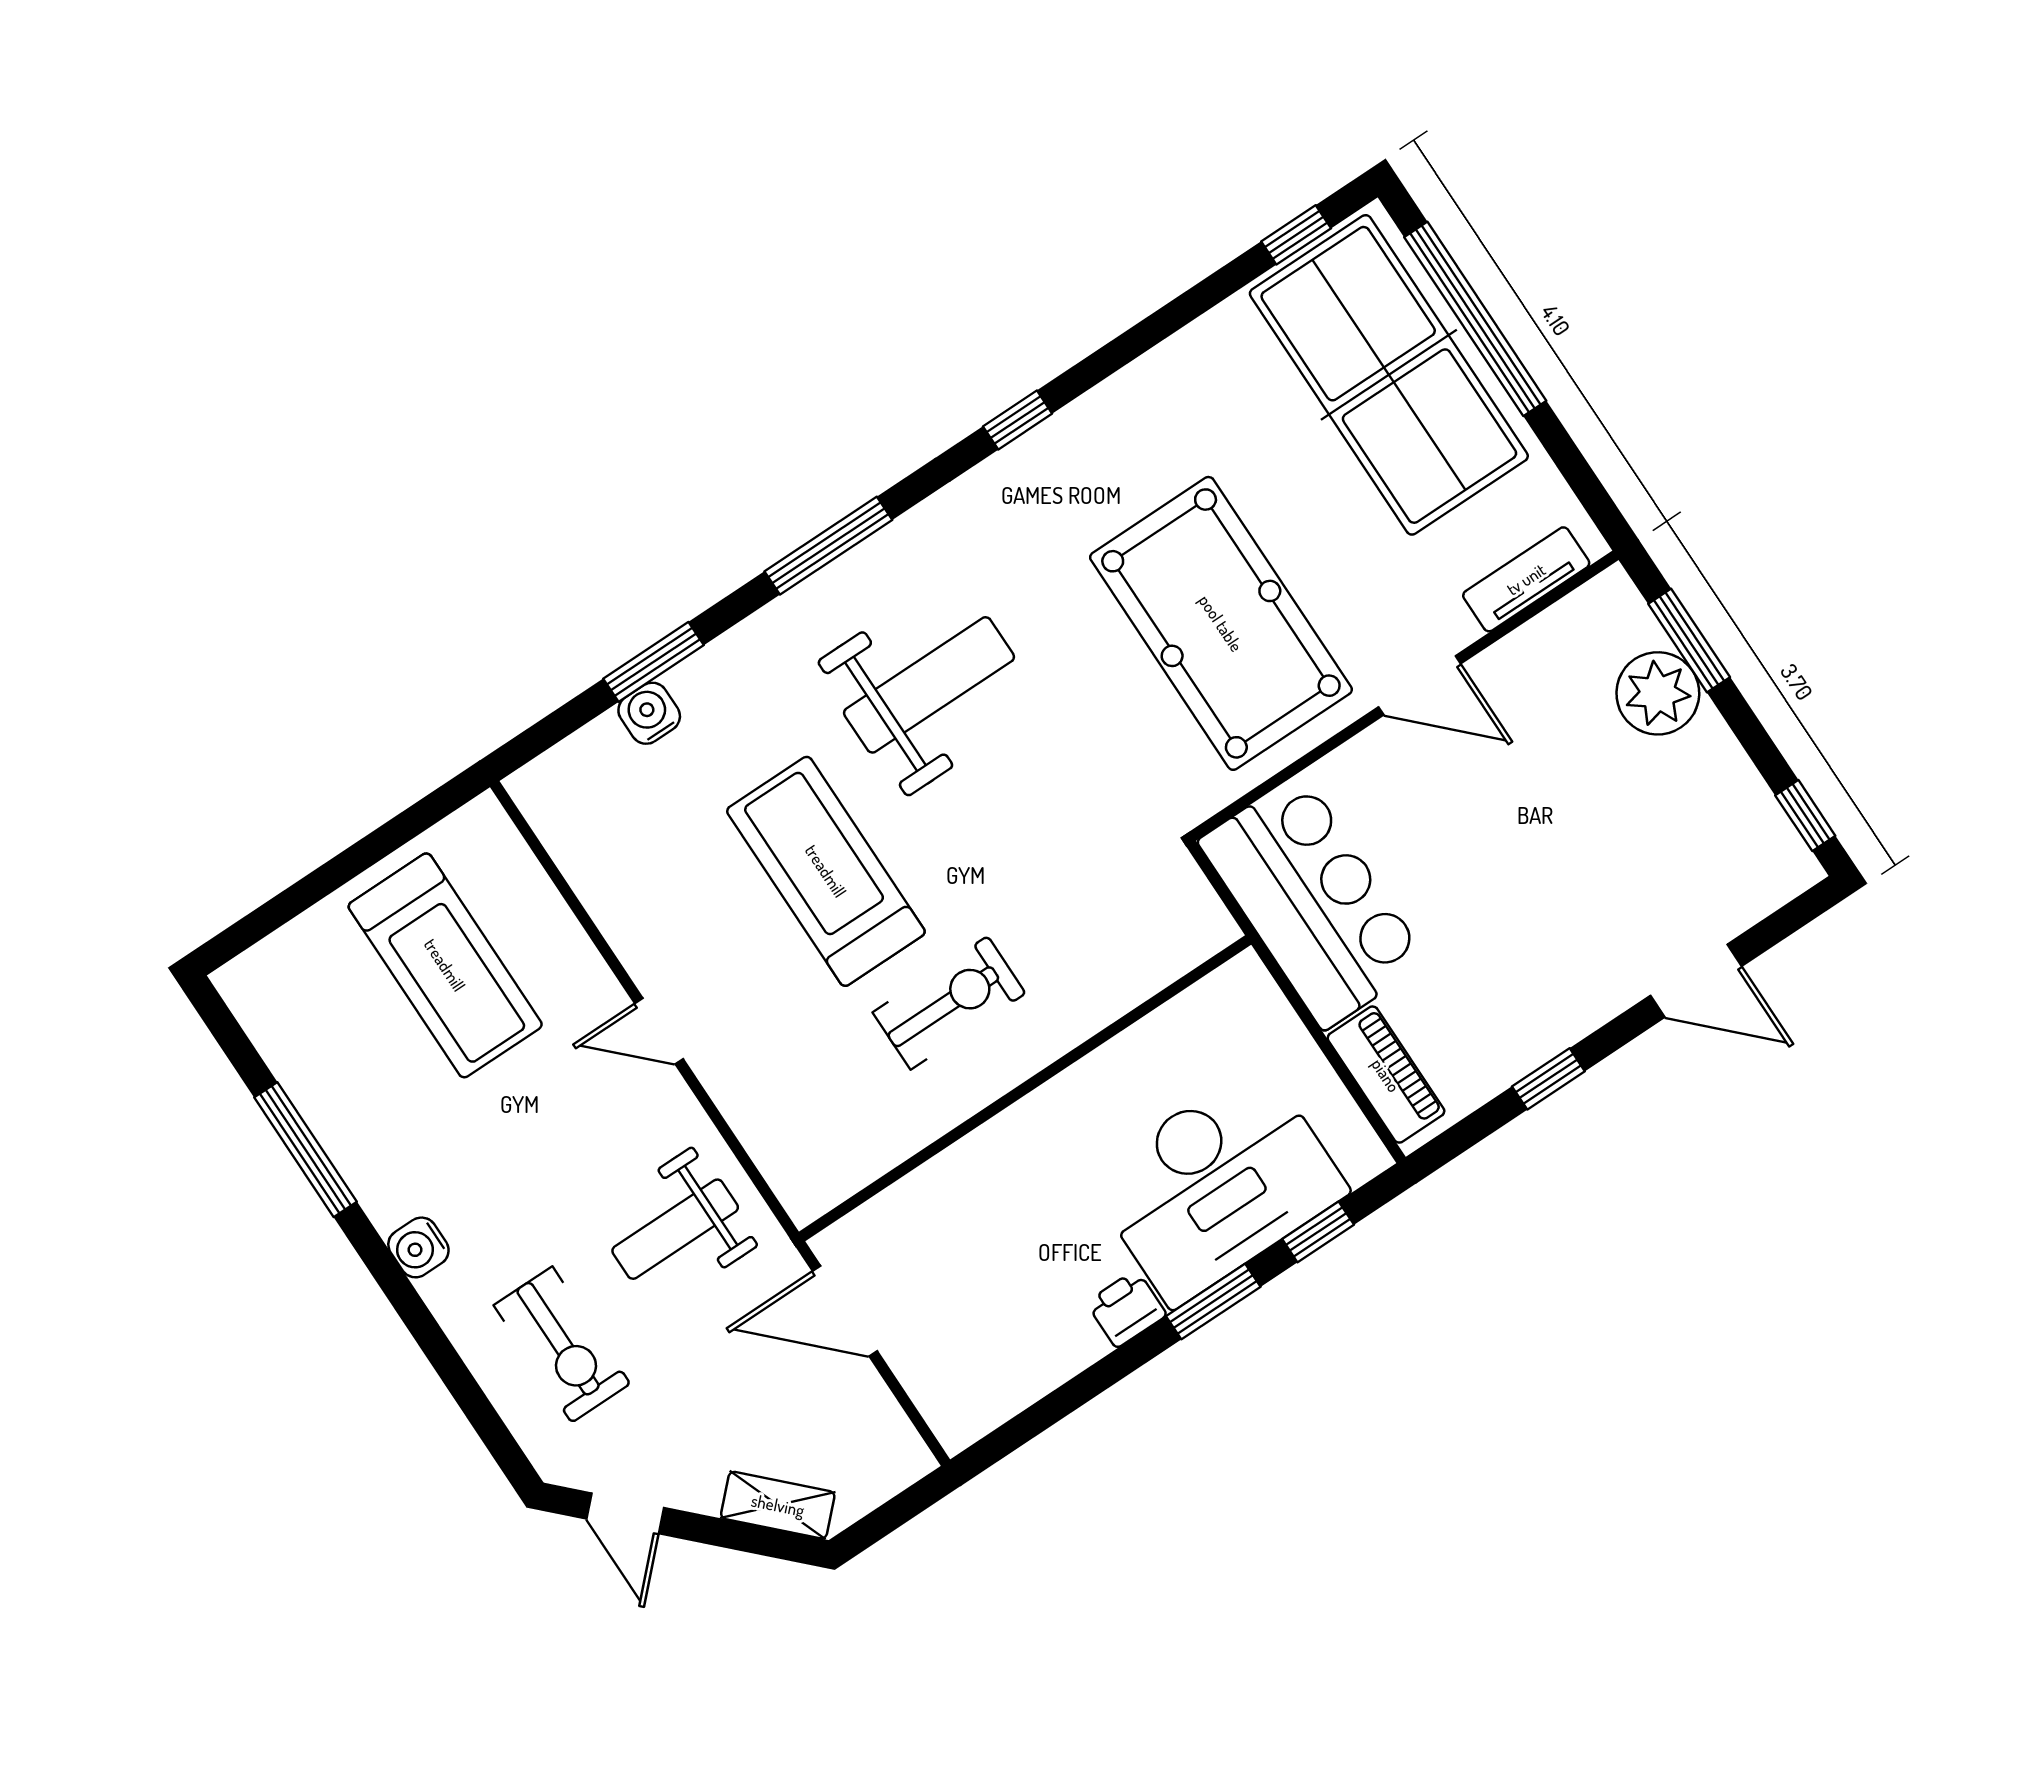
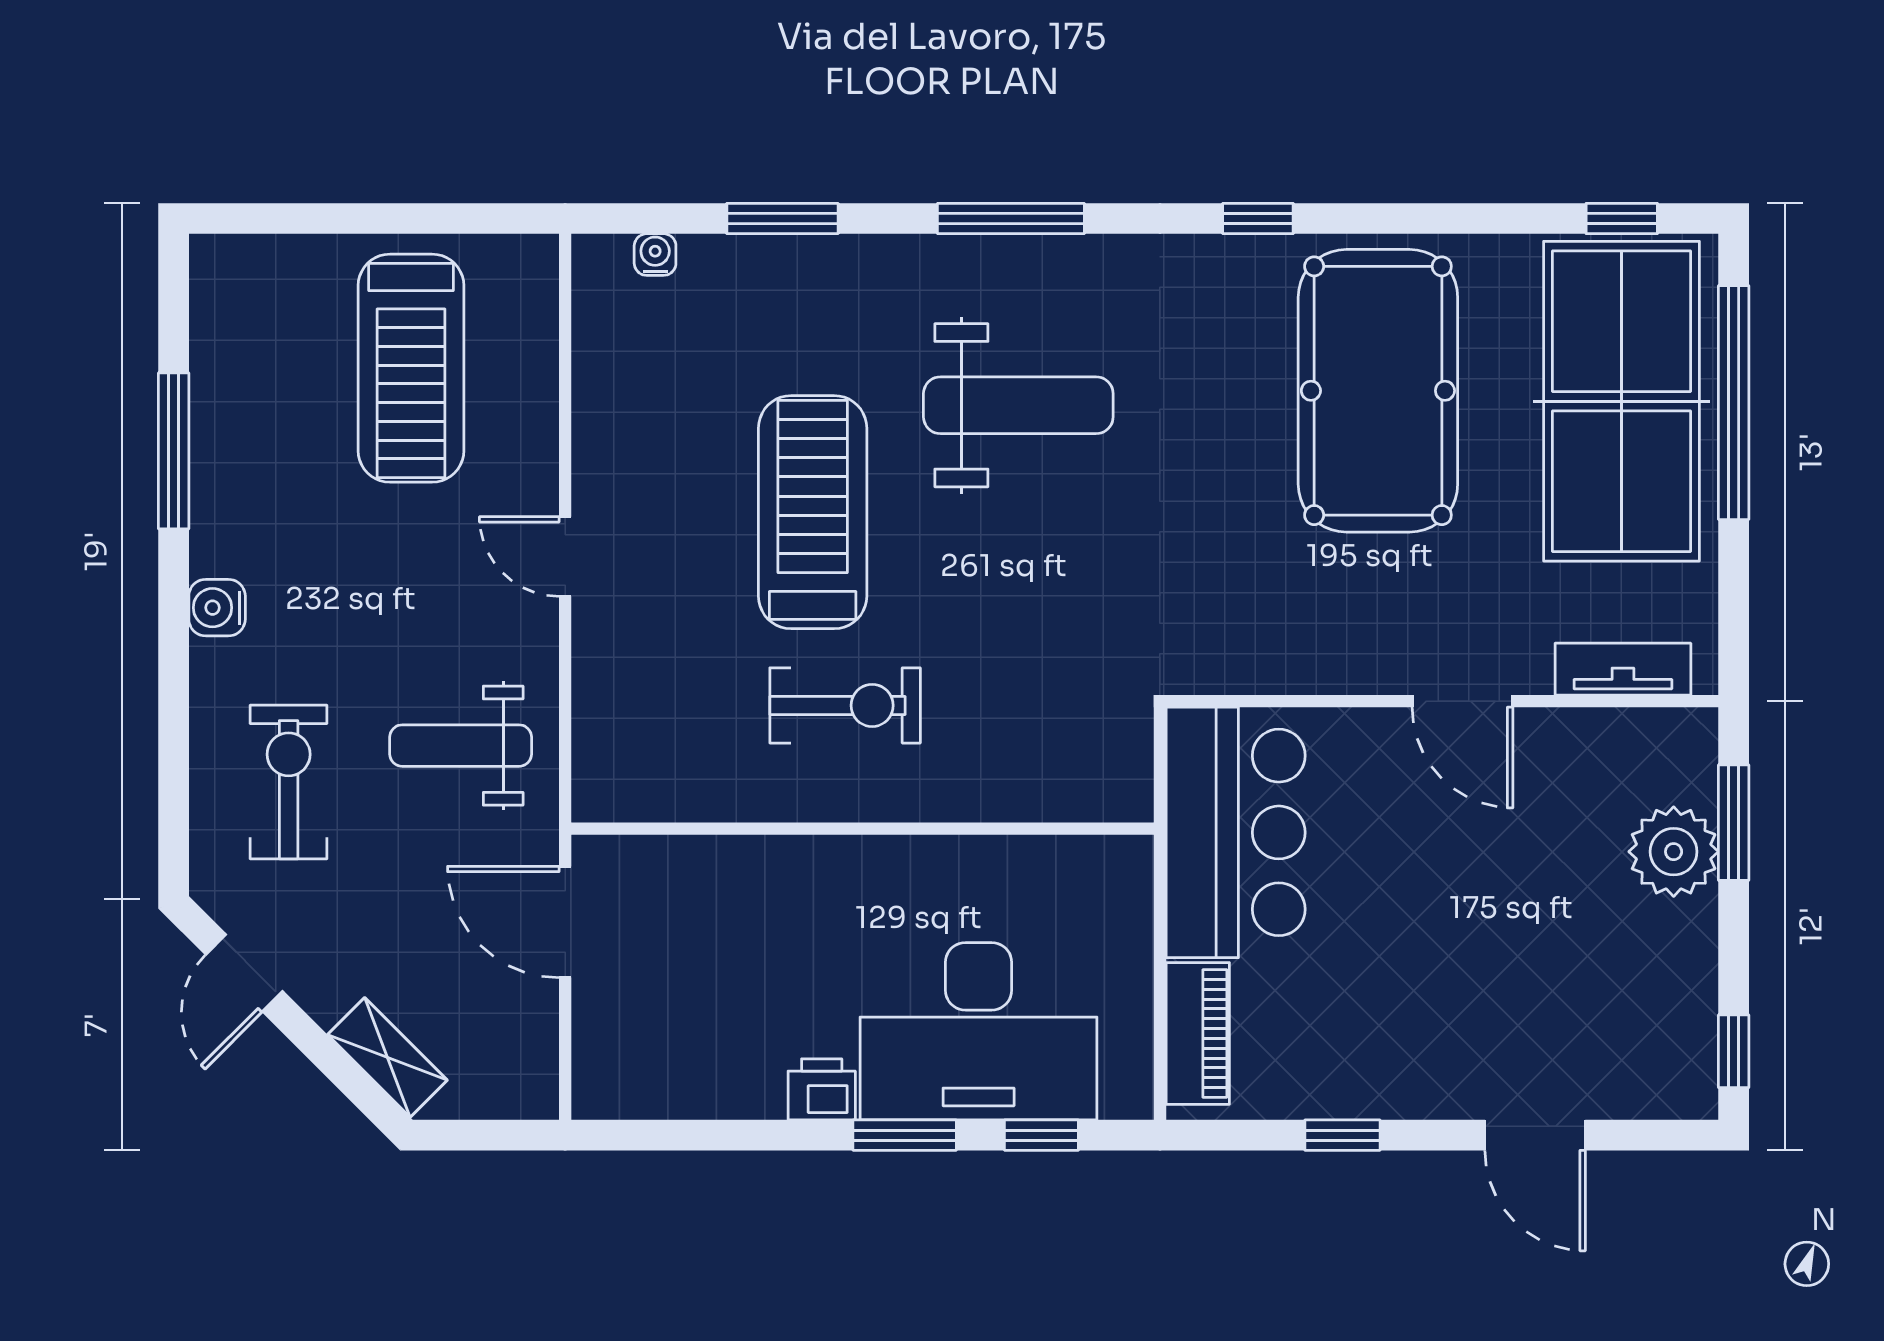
pool table: (1221, 623) -> (1378, 391), moved
water cooler: (649, 713) -> (655, 255), moved, width x0.72, depth x0.72
exercise bike: (562, 1345) -> (289, 782), turned 180

